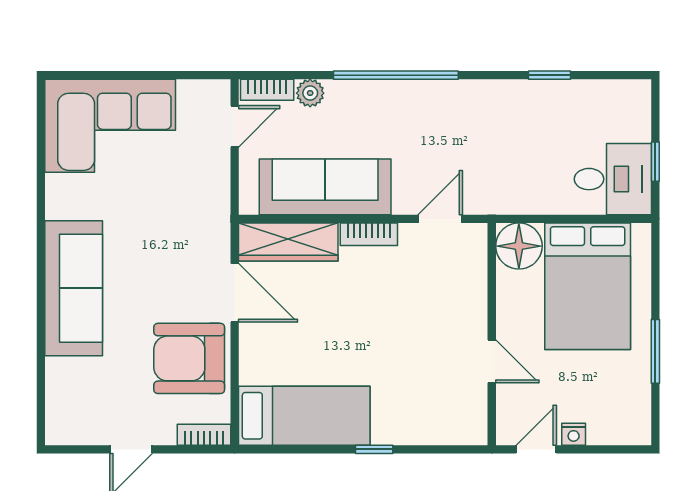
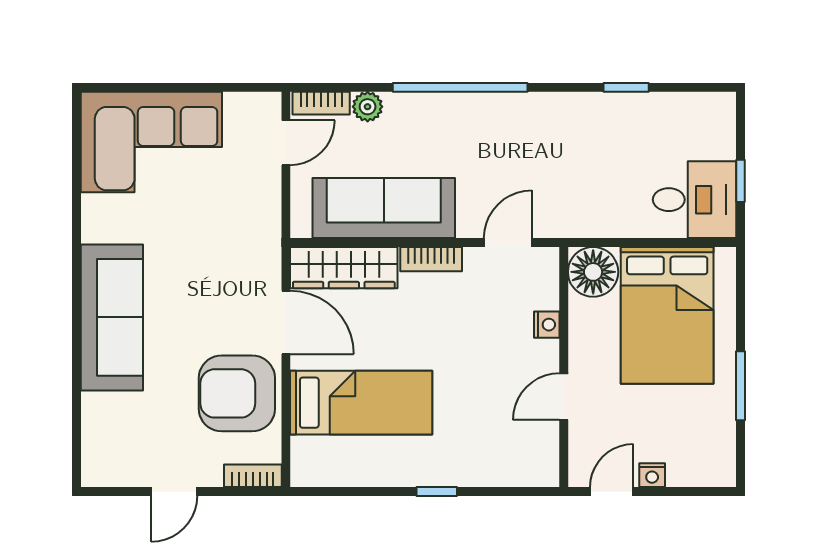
nightstand: (476, 295) -> (547, 325), added
door: (492, 361) -> (564, 397), swing flipped
bed: (304, 416) -> (361, 403), moved

